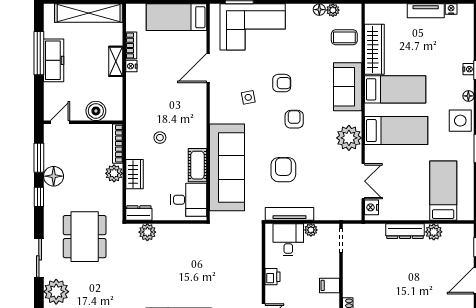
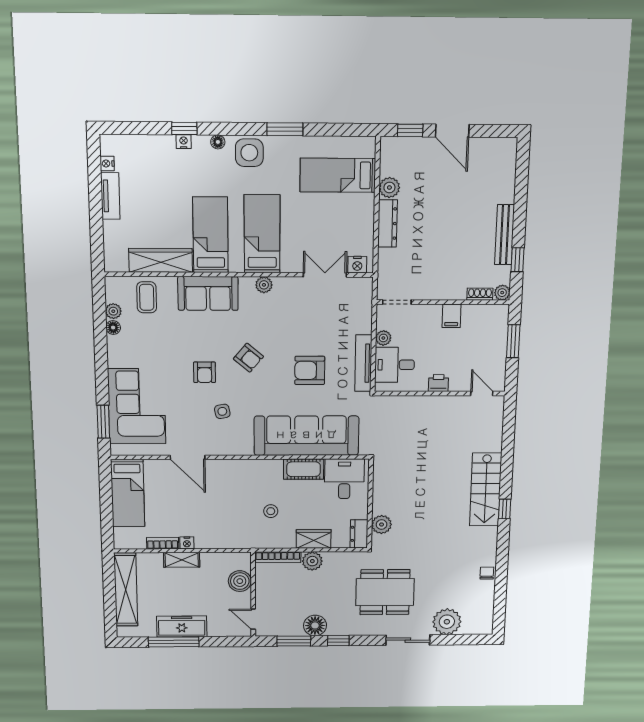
armchair: (282, 83) -> (205, 372), turned 180
armchair: (294, 119) -> (248, 358), turned -140
plant: (349, 138) -> (264, 285), width x0.53, depth x0.53

